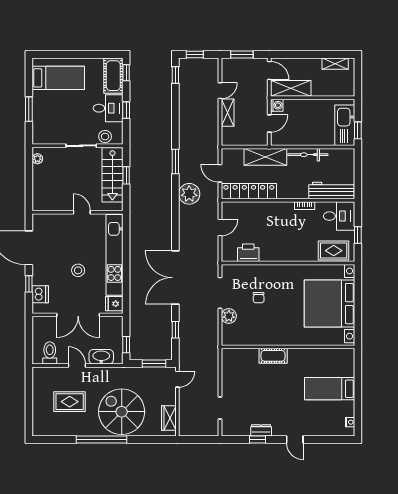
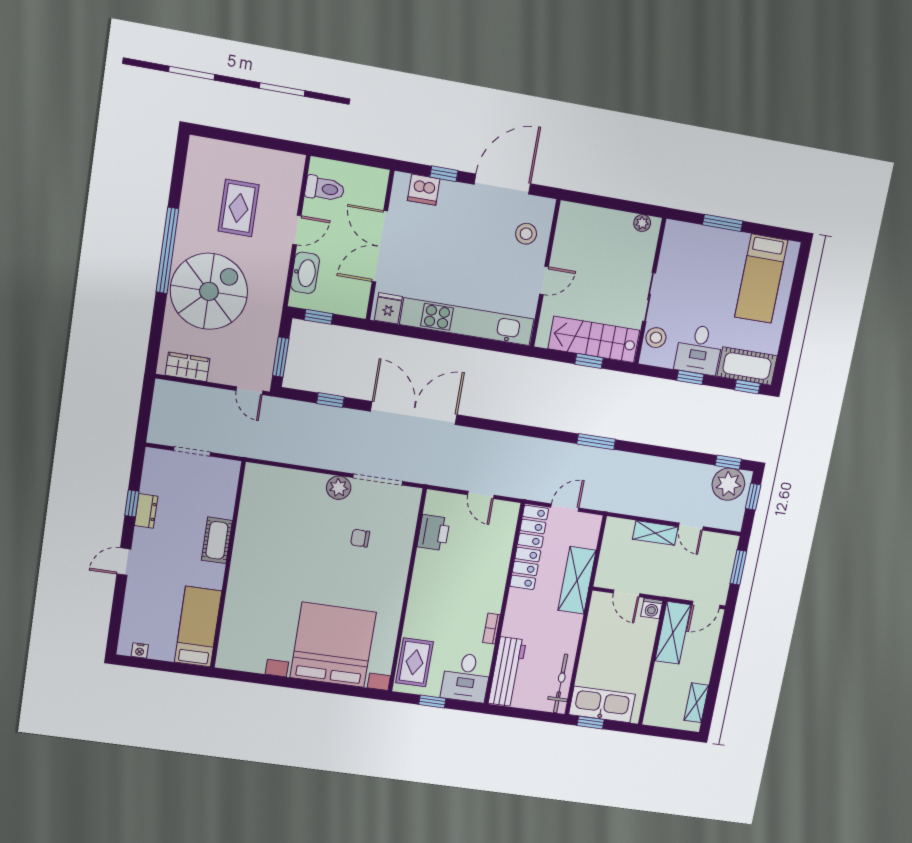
bicycle: (308, 155) -> (561, 684), moved
plant: (189, 194) -> (728, 484), moved
stool: (78, 270) -> (526, 234), moved
wall: (288, 347) -> (228, 565), moved
cot: (273, 356) -> (217, 540), moved

